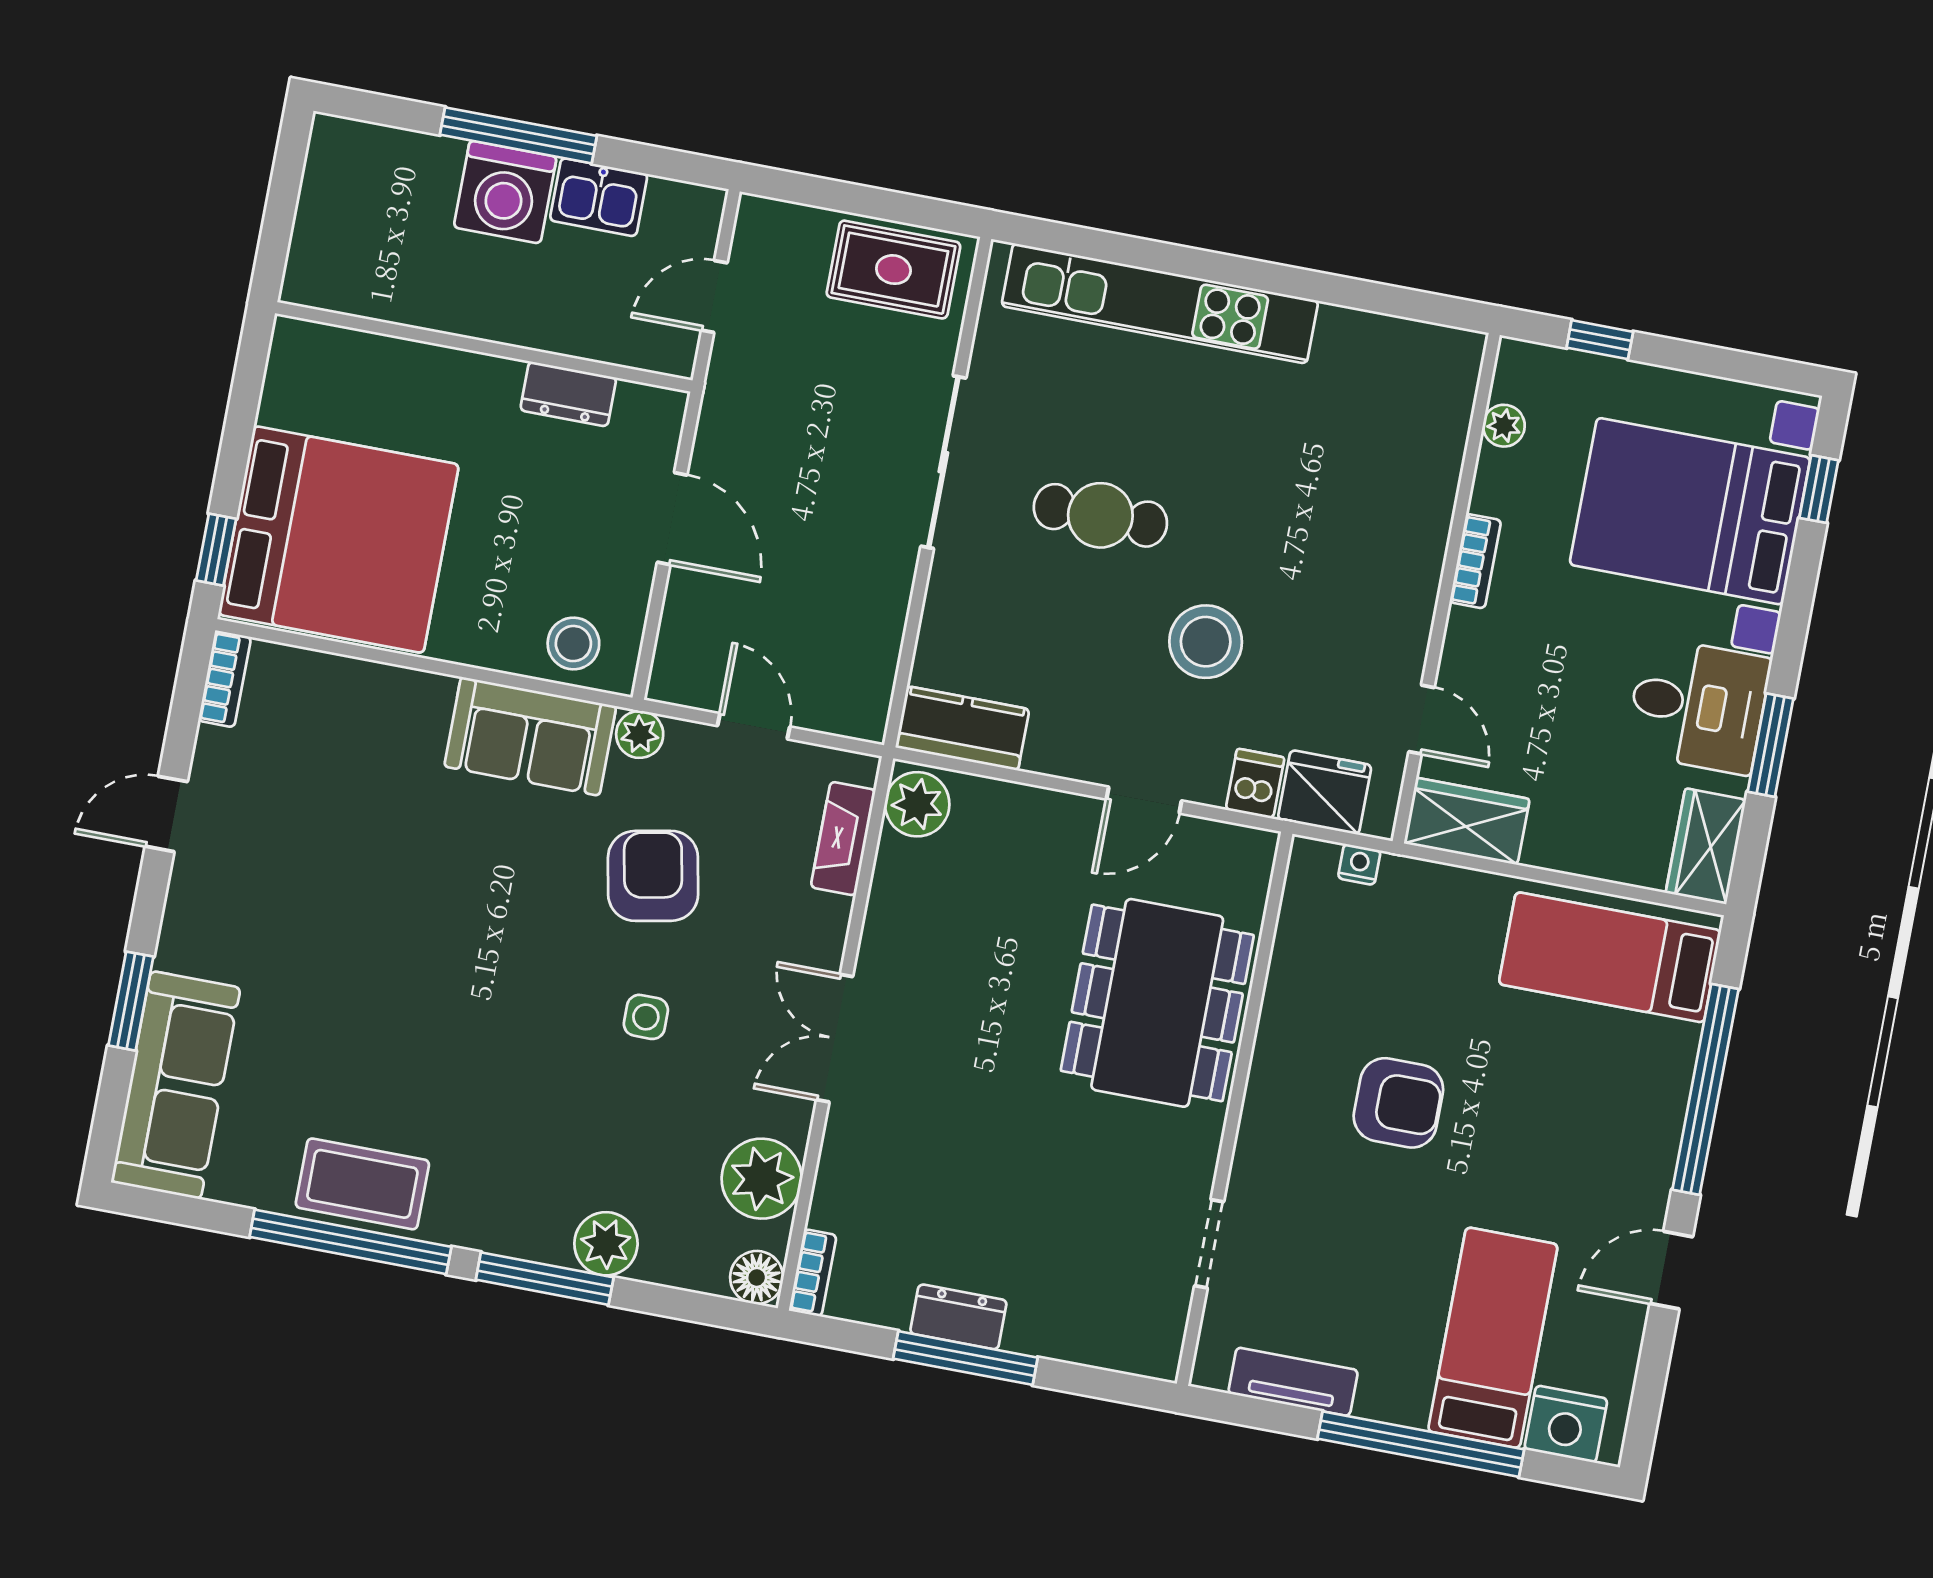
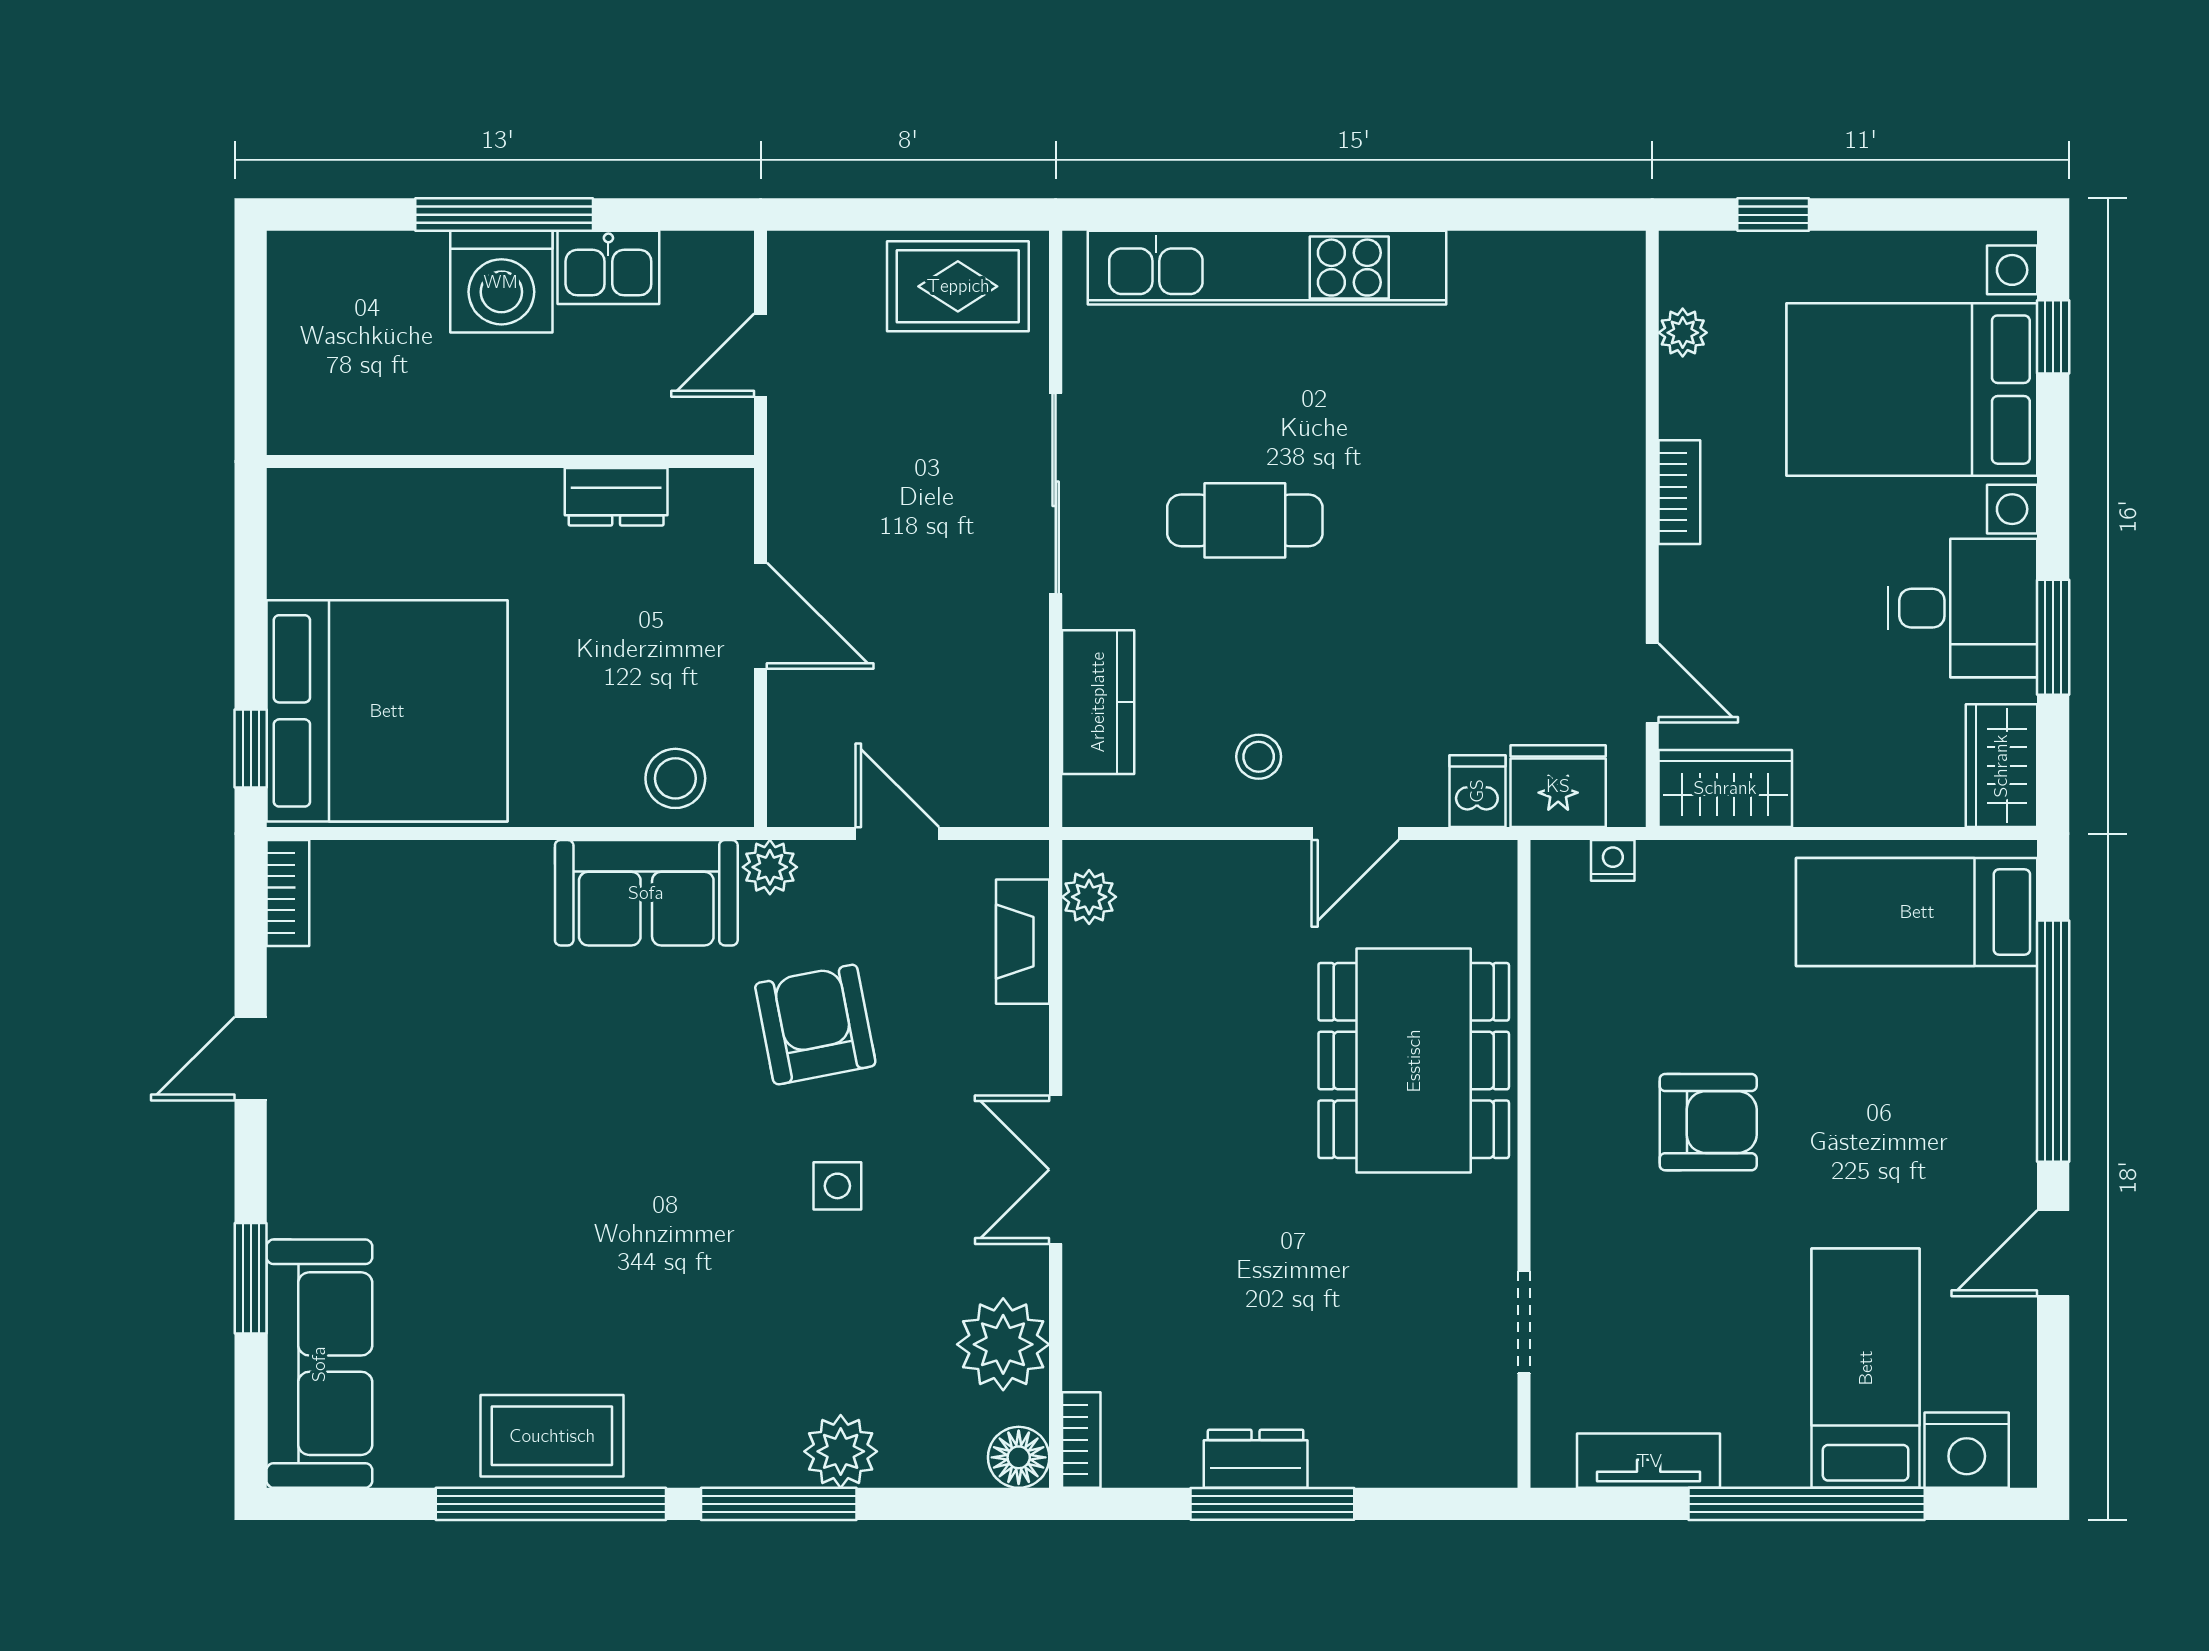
stool: (1206, 642) -> (1259, 757), moved, width x0.53, depth x0.53
kitchen counter: (962, 728) -> (1098, 702), moved, turned 90
plant: (917, 804) -> (1089, 897), width x0.73, depth x0.73

